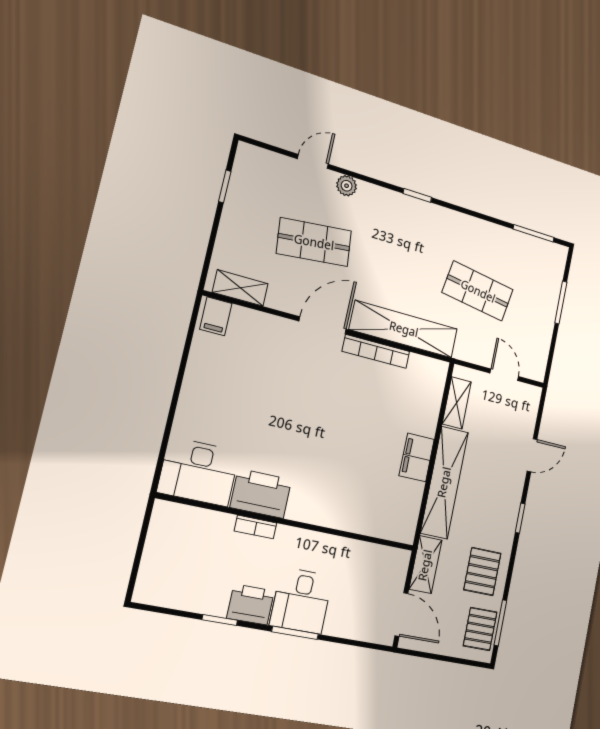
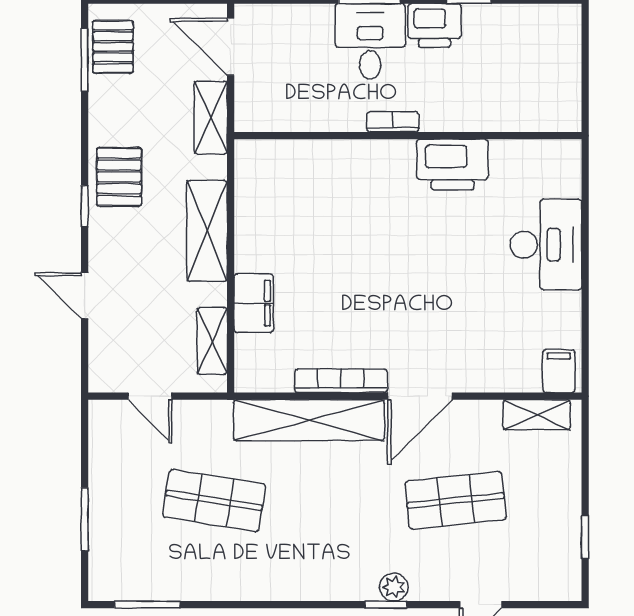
plant: (347, 186) -> (394, 587), moved
window: (417, 195) -> (386, 605), moved
door: (532, 455) -> (85, 296), hinge flipped
filing cabinet: (417, 458) -> (254, 303), moved
desk: (199, 472) -> (546, 245), moved, turned 90
shelving: (444, 482) -> (207, 231), width x0.68
bookcase: (256, 527) -> (393, 122), moved
pallet: (482, 571) -> (119, 177), moved

